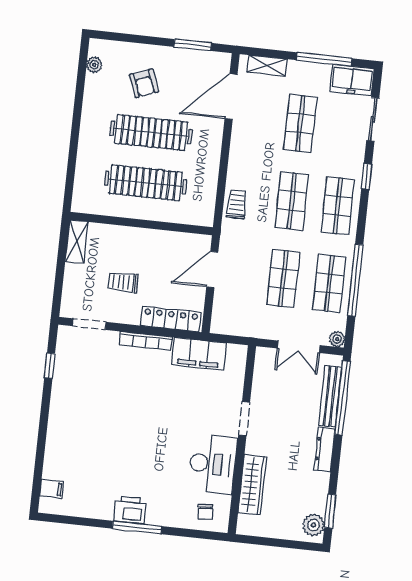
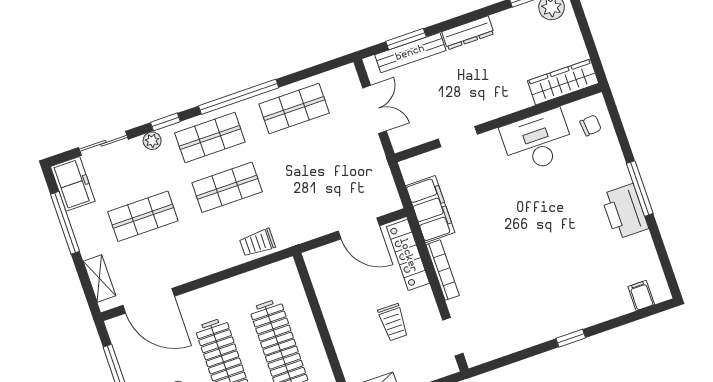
door: (212, 269) -> (359, 228), moved
shop shelf: (283, 278) -> (311, 158), removed
window: (355, 280) -> (239, 97), moved
plant: (337, 339) -> (152, 141), moved
window: (50, 366) -> (571, 338), moved
window: (342, 398) -> (406, 39), width x0.47
doorway: (244, 419) -> (458, 137), moved
wardrobe: (252, 485) -> (563, 82), moved
printer: (130, 510) -> (625, 211), width x1.37, depth x1.19

